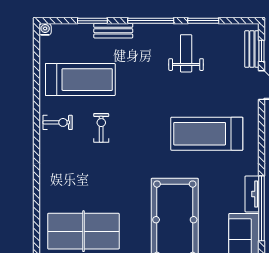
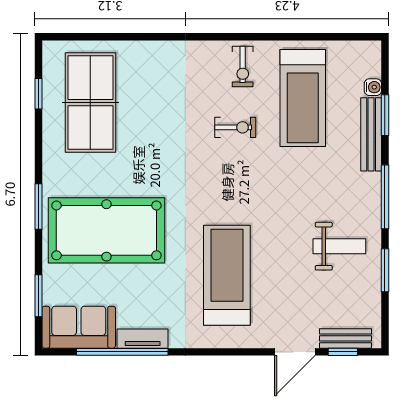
water cooler: (45, 29) -> (373, 87), moved
bench: (113, 31) -> (371, 134), width x1.36

